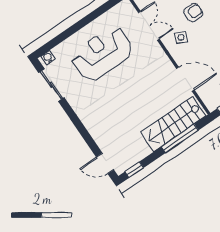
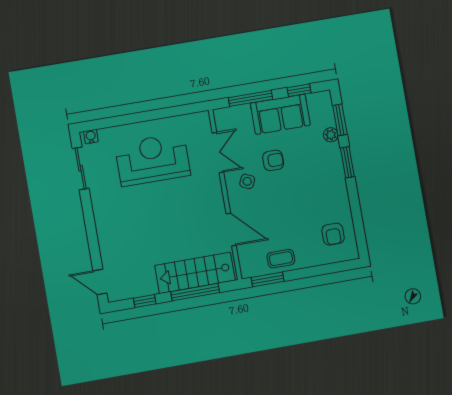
window: (134, 170) -> (145, 301), moved

